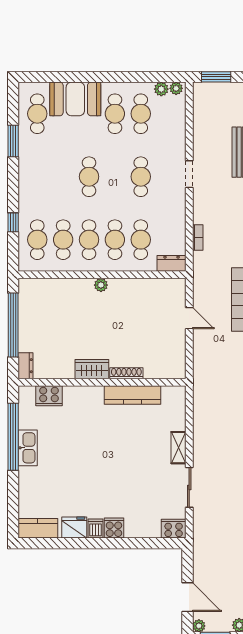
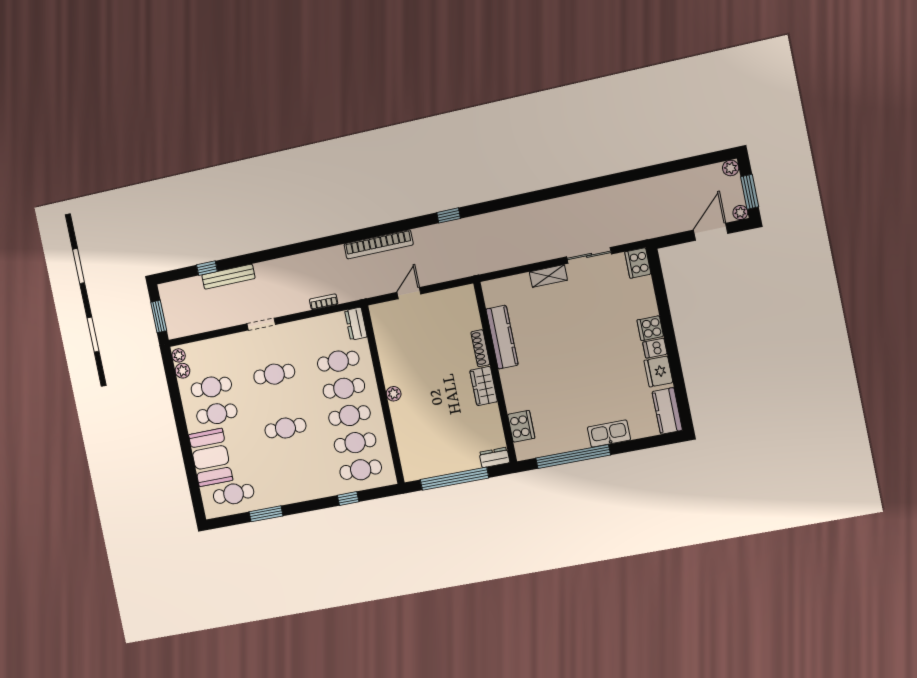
kitchen sink: (28, 448) -> (609, 434), moved

